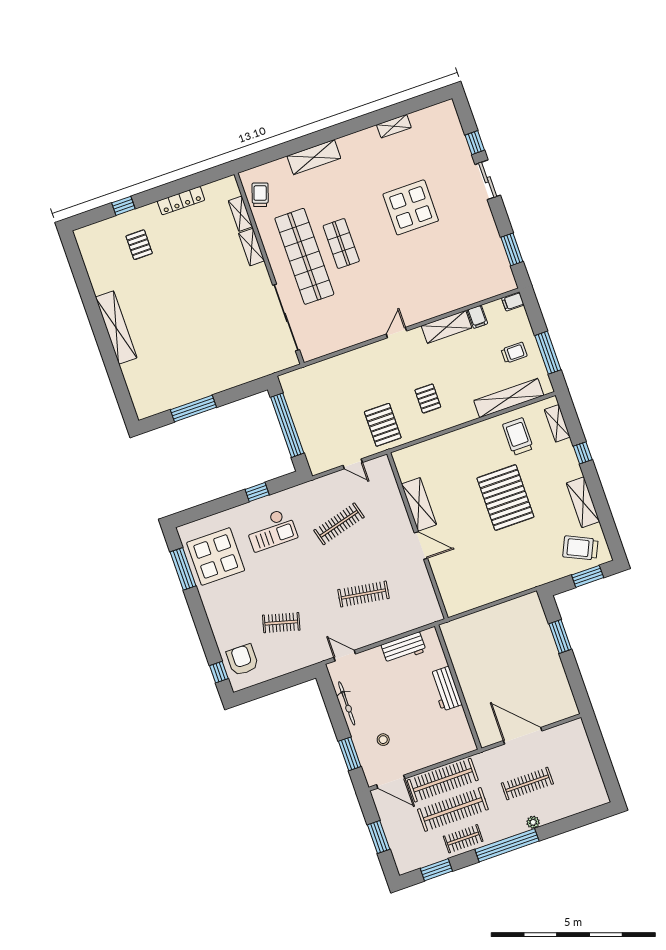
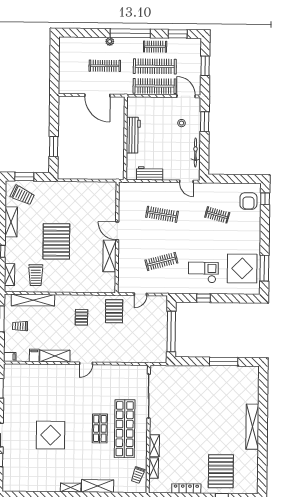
shelving: (394, 126) -> (71, 488), moved
pallet: (139, 245) -> (221, 471), width x2.05, depth x2.00
door: (353, 464) -> (140, 294), swing flipped
workbench: (446, 689) -> (133, 135), width x1.38

